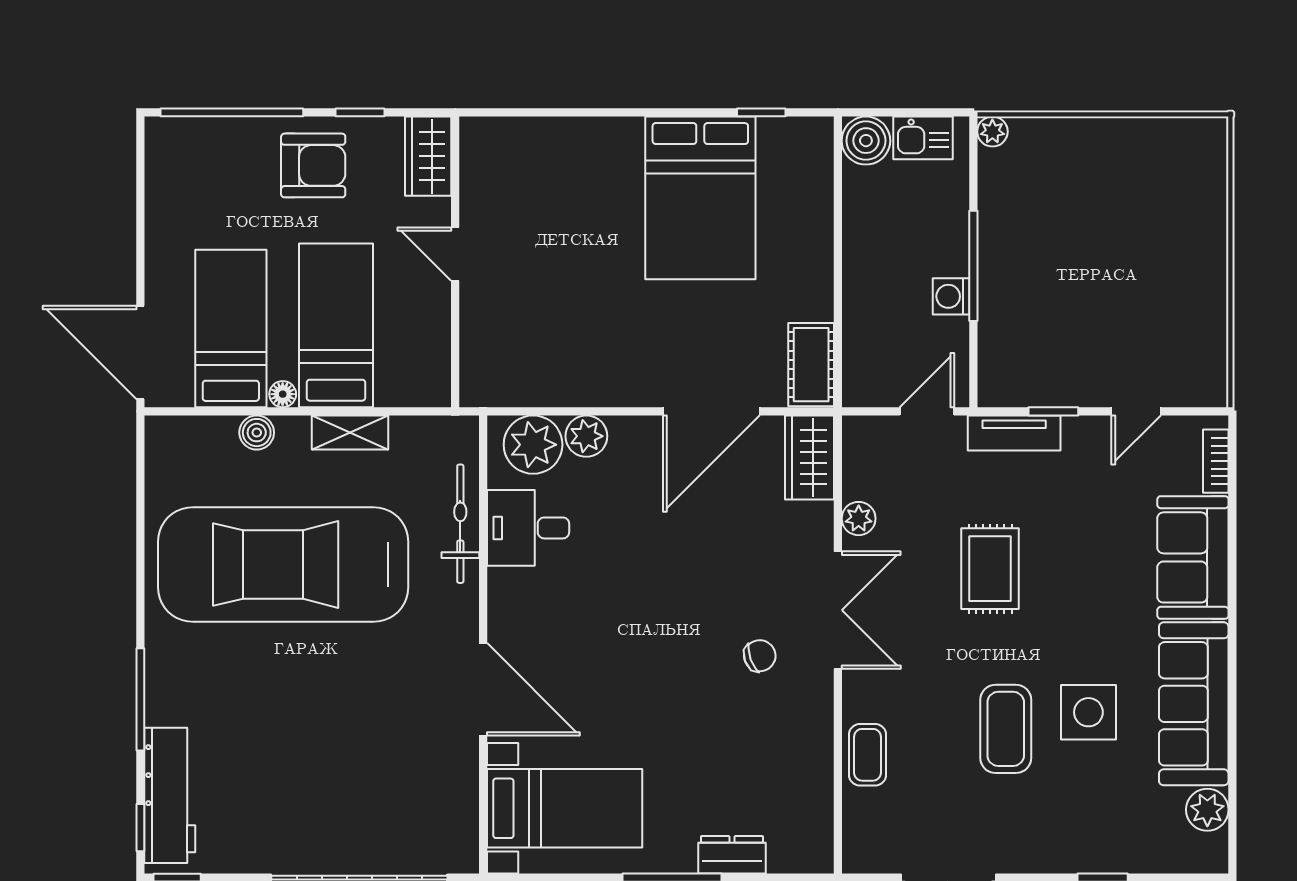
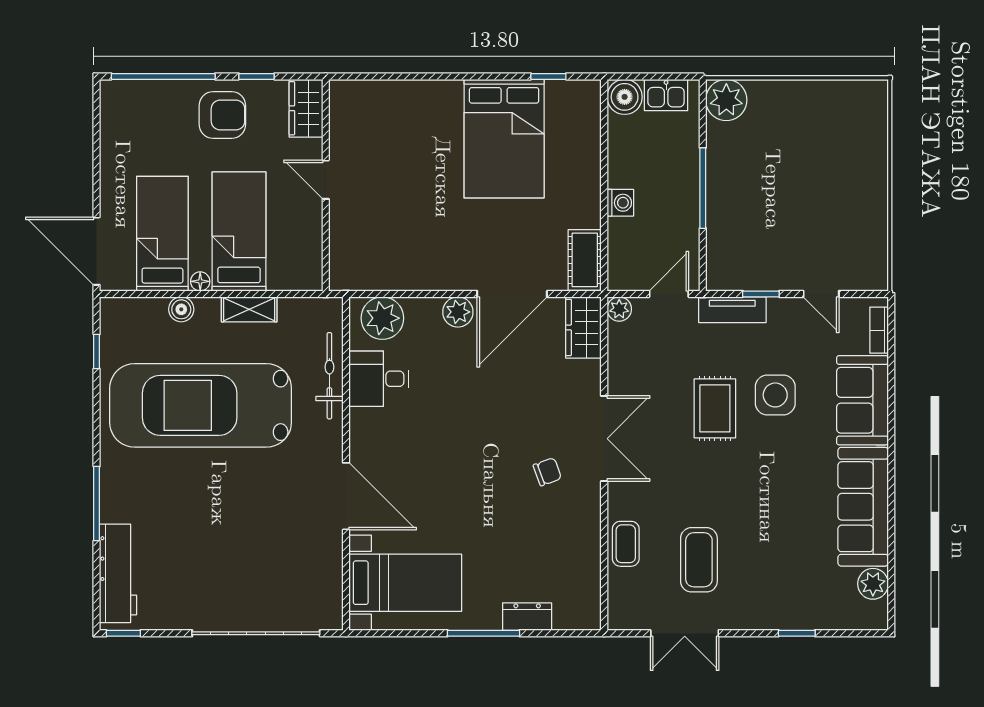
plant: (992, 132) -> (726, 100), width x1.87, depth x1.87
washing machine: (951, 296) -> (620, 203), moved, turned 180
door: (1136, 411) -> (821, 294), hinge flipped
plant: (586, 436) -> (458, 312), moved
plant: (859, 519) -> (619, 309), moved
side table: (1088, 712) -> (775, 395), moved
coffee table: (1006, 729) -> (699, 560), moved
window: (140, 828) -> (97, 351), moved

